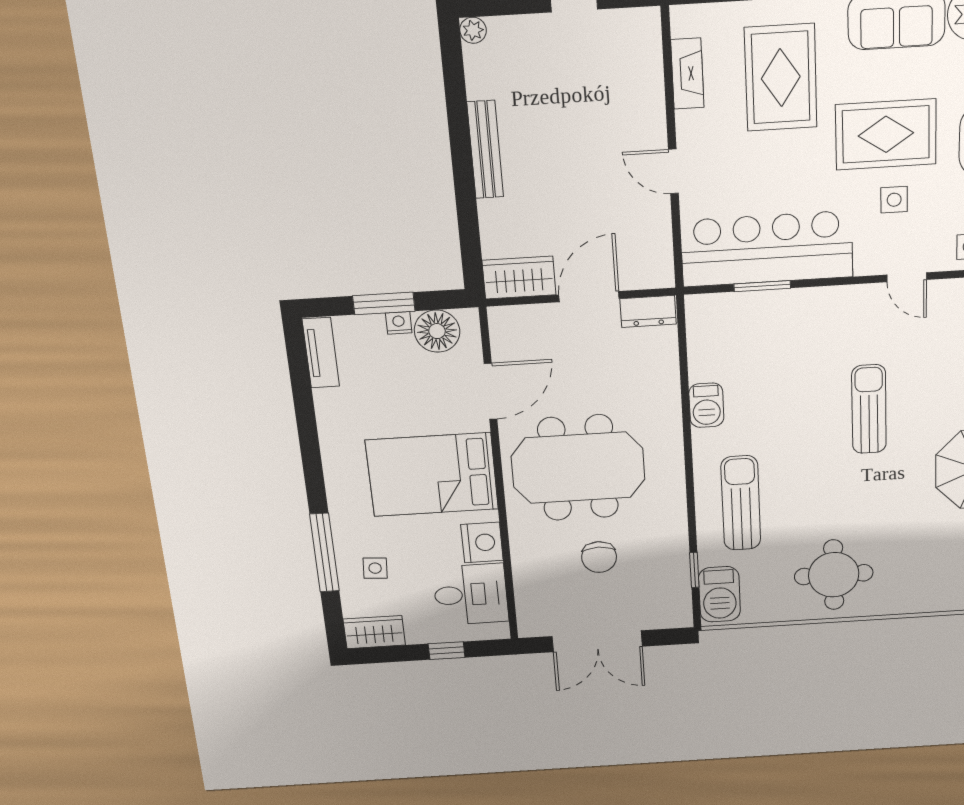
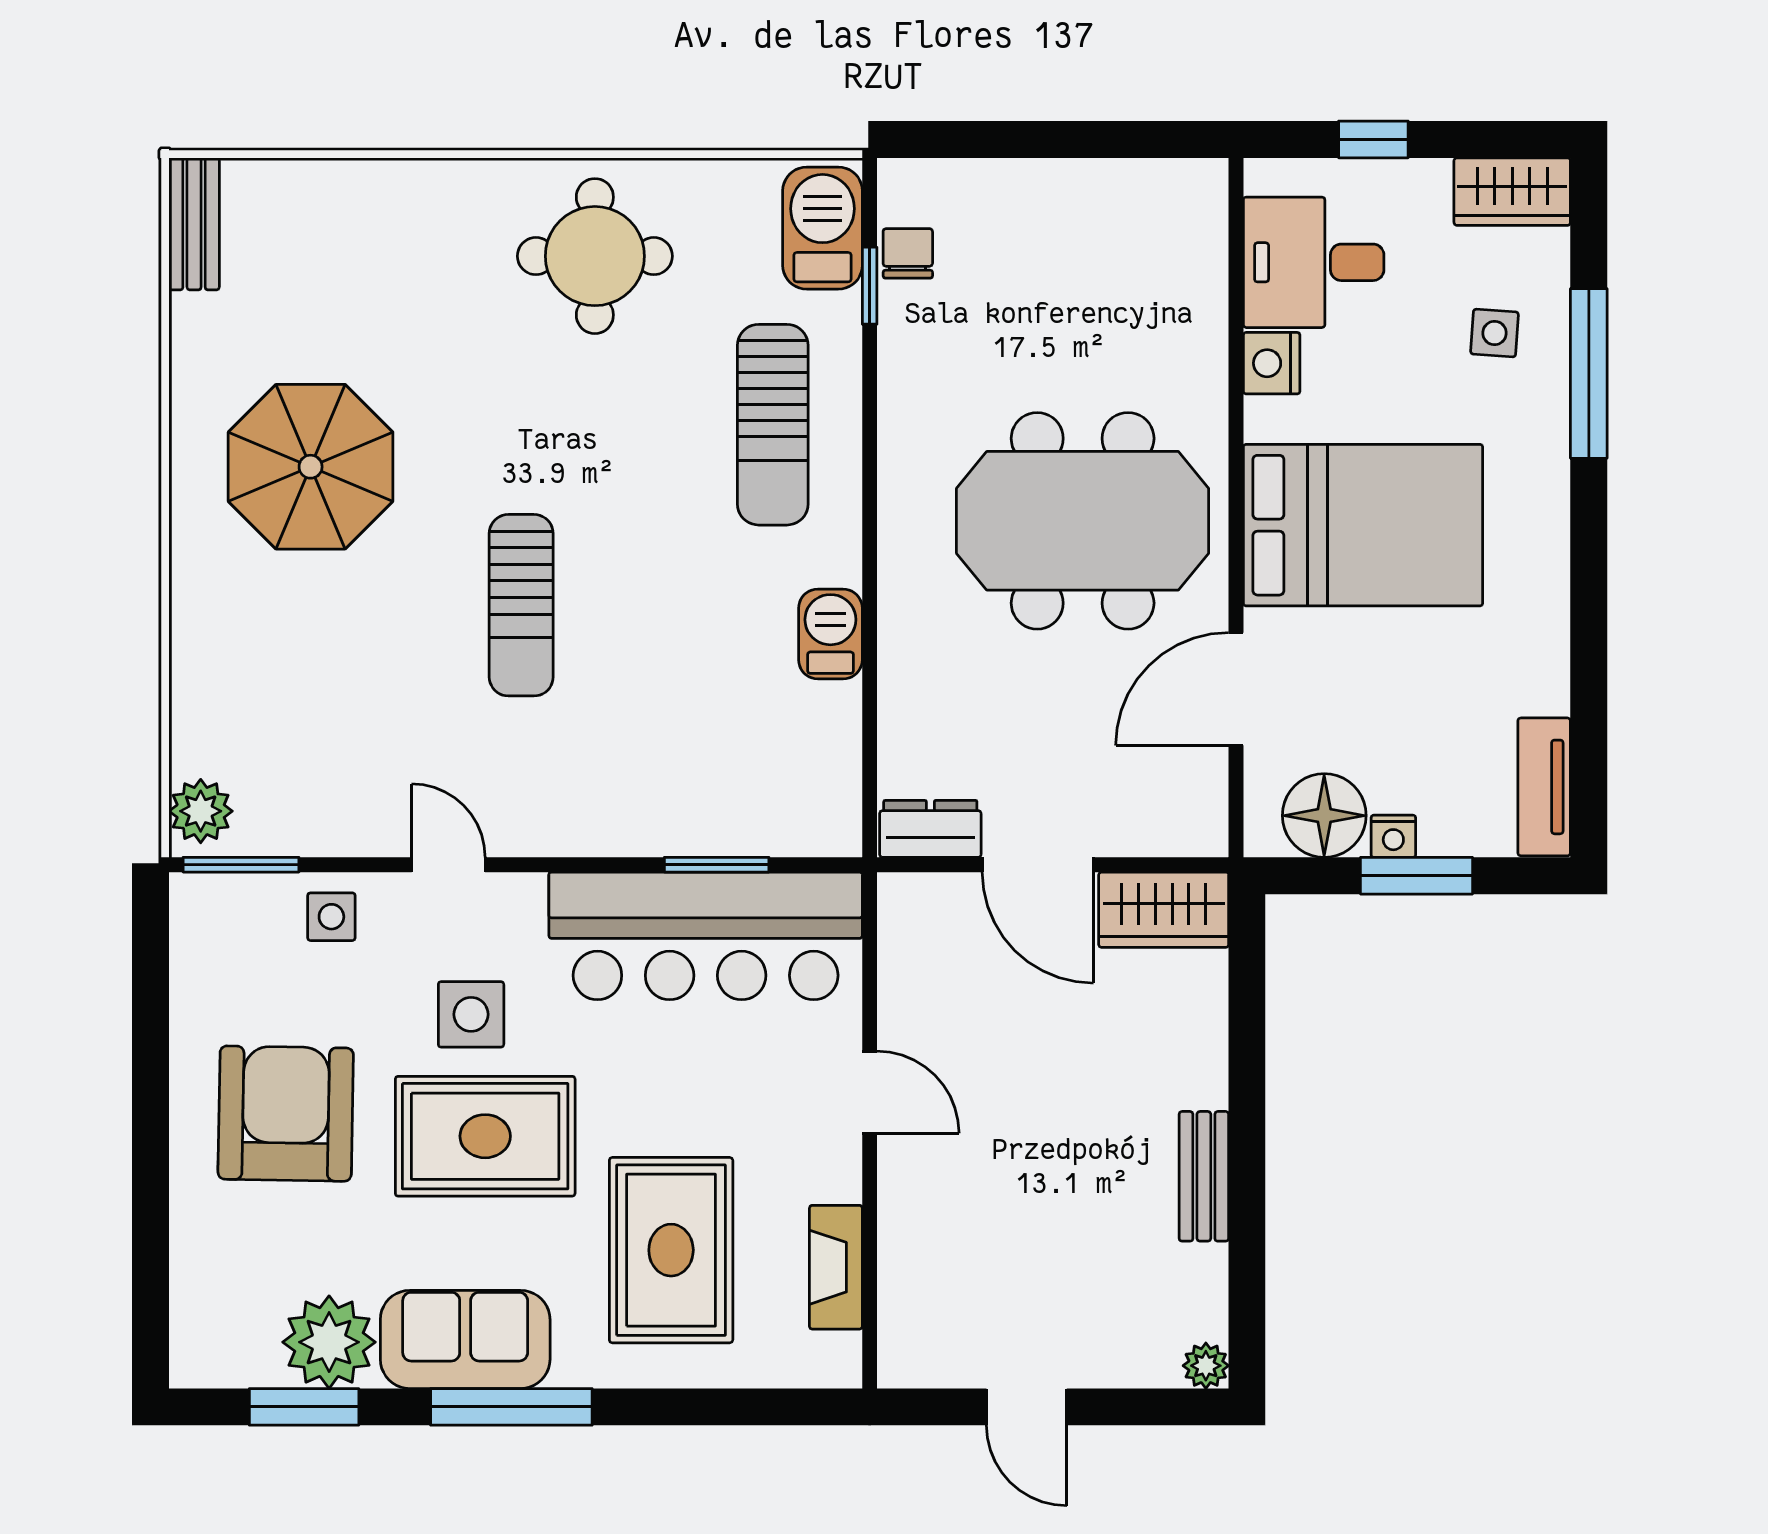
bench: (485, 150) -> (1204, 1176), width x0.73
side table: (894, 200) -> (471, 1014), width x1.37, depth x1.37
door: (589, 297) -> (1038, 865), hinge flipped
nightstand: (482, 543) -> (1272, 363), width x0.74, depth x0.75
chair: (599, 557) -> (908, 253), moved, width x0.73, depth x0.73
double door: (597, 641) -> (1071, 139), removed

